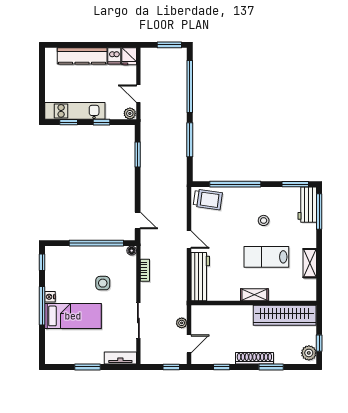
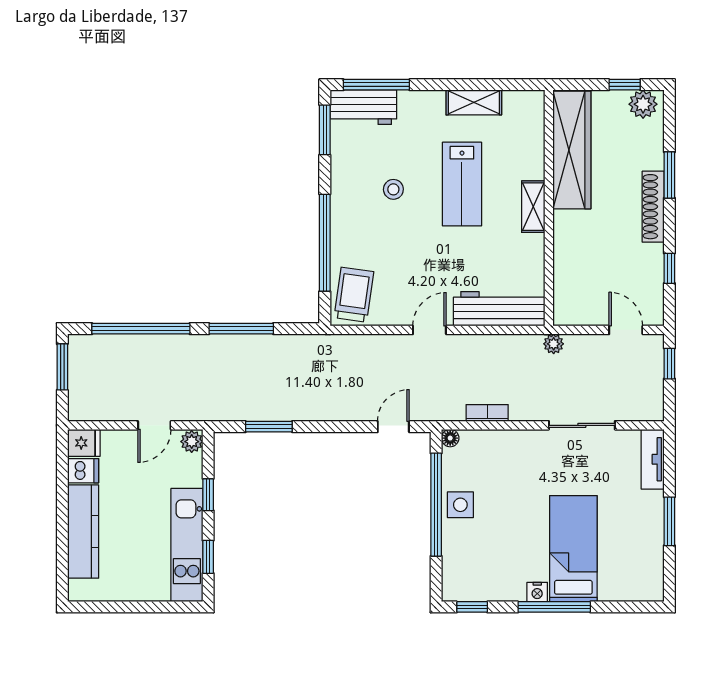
side table: (103, 283) -> (460, 505), moved
plant: (182, 323) -> (554, 344), moved

